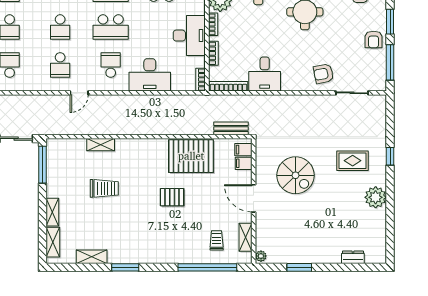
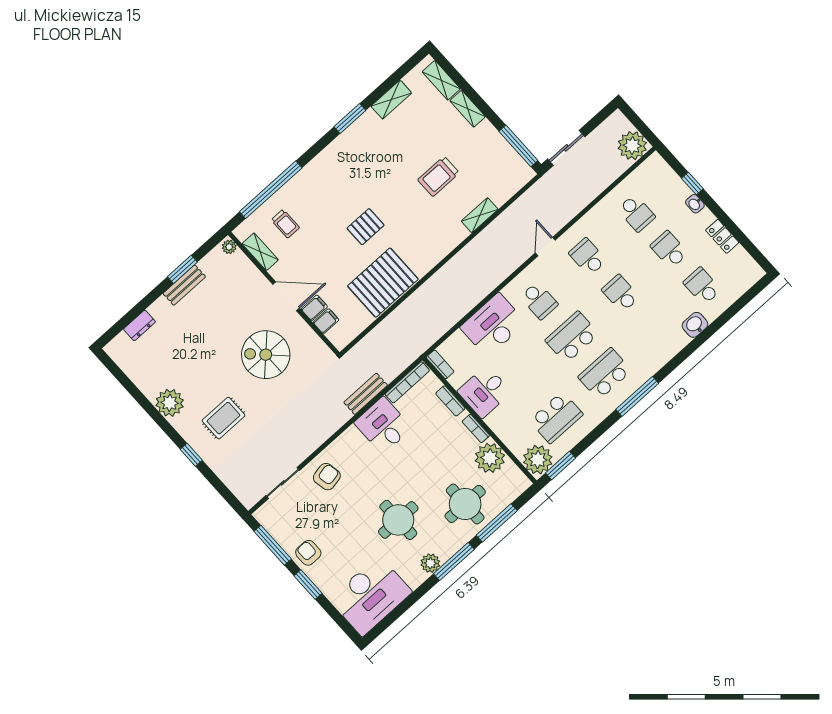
desk: (189, 36) -> (484, 392), width x0.73
bench: (231, 128) -> (366, 394), moved
filing cabinet: (243, 150) -> (314, 308), moved
bench: (306, 257) -> (184, 285), added

